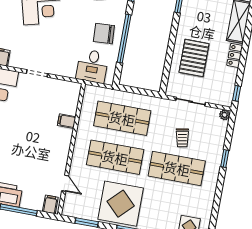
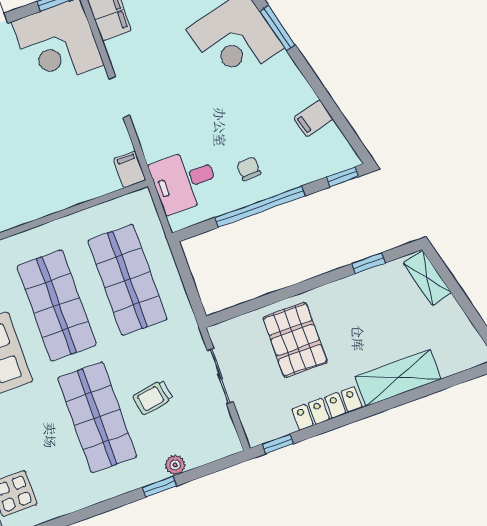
chair: (104, 34) -> (249, 169), width x0.54, depth x0.54
locker: (235, 55) -> (327, 408), width x1.53
pallet: (194, 58) -> (295, 340), turned 90
plant: (225, 115) -> (175, 465), moved
filing cabinet: (67, 121) -> (130, 169), moved

